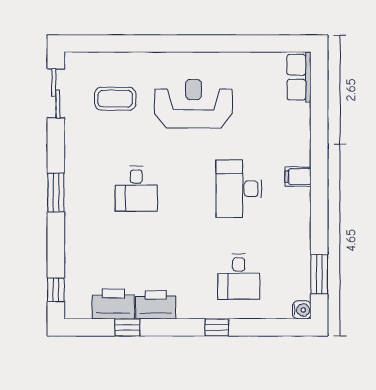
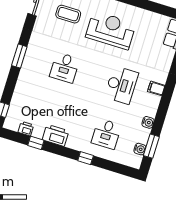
desk: (239, 189) -> (121, 85), turned 180
water cooler: (302, 237) -> (148, 122), added
printer: (113, 304) -> (26, 129), width x0.53, depth x0.68
water cooler: (302, 310) -> (140, 149), moved

